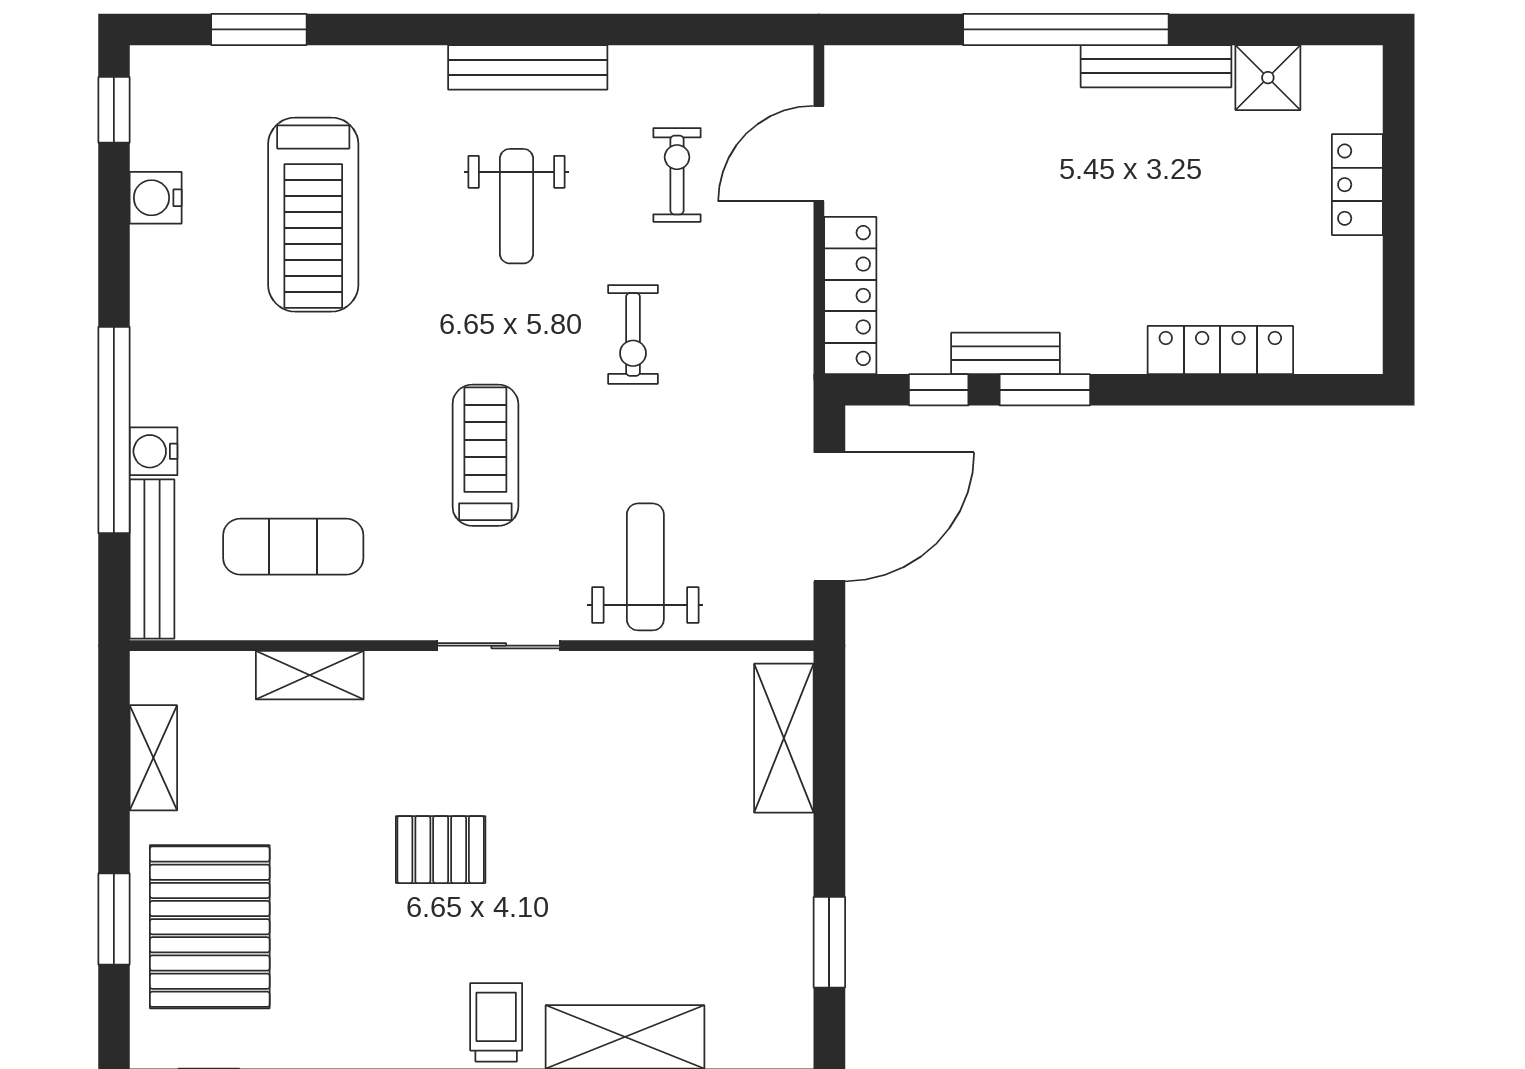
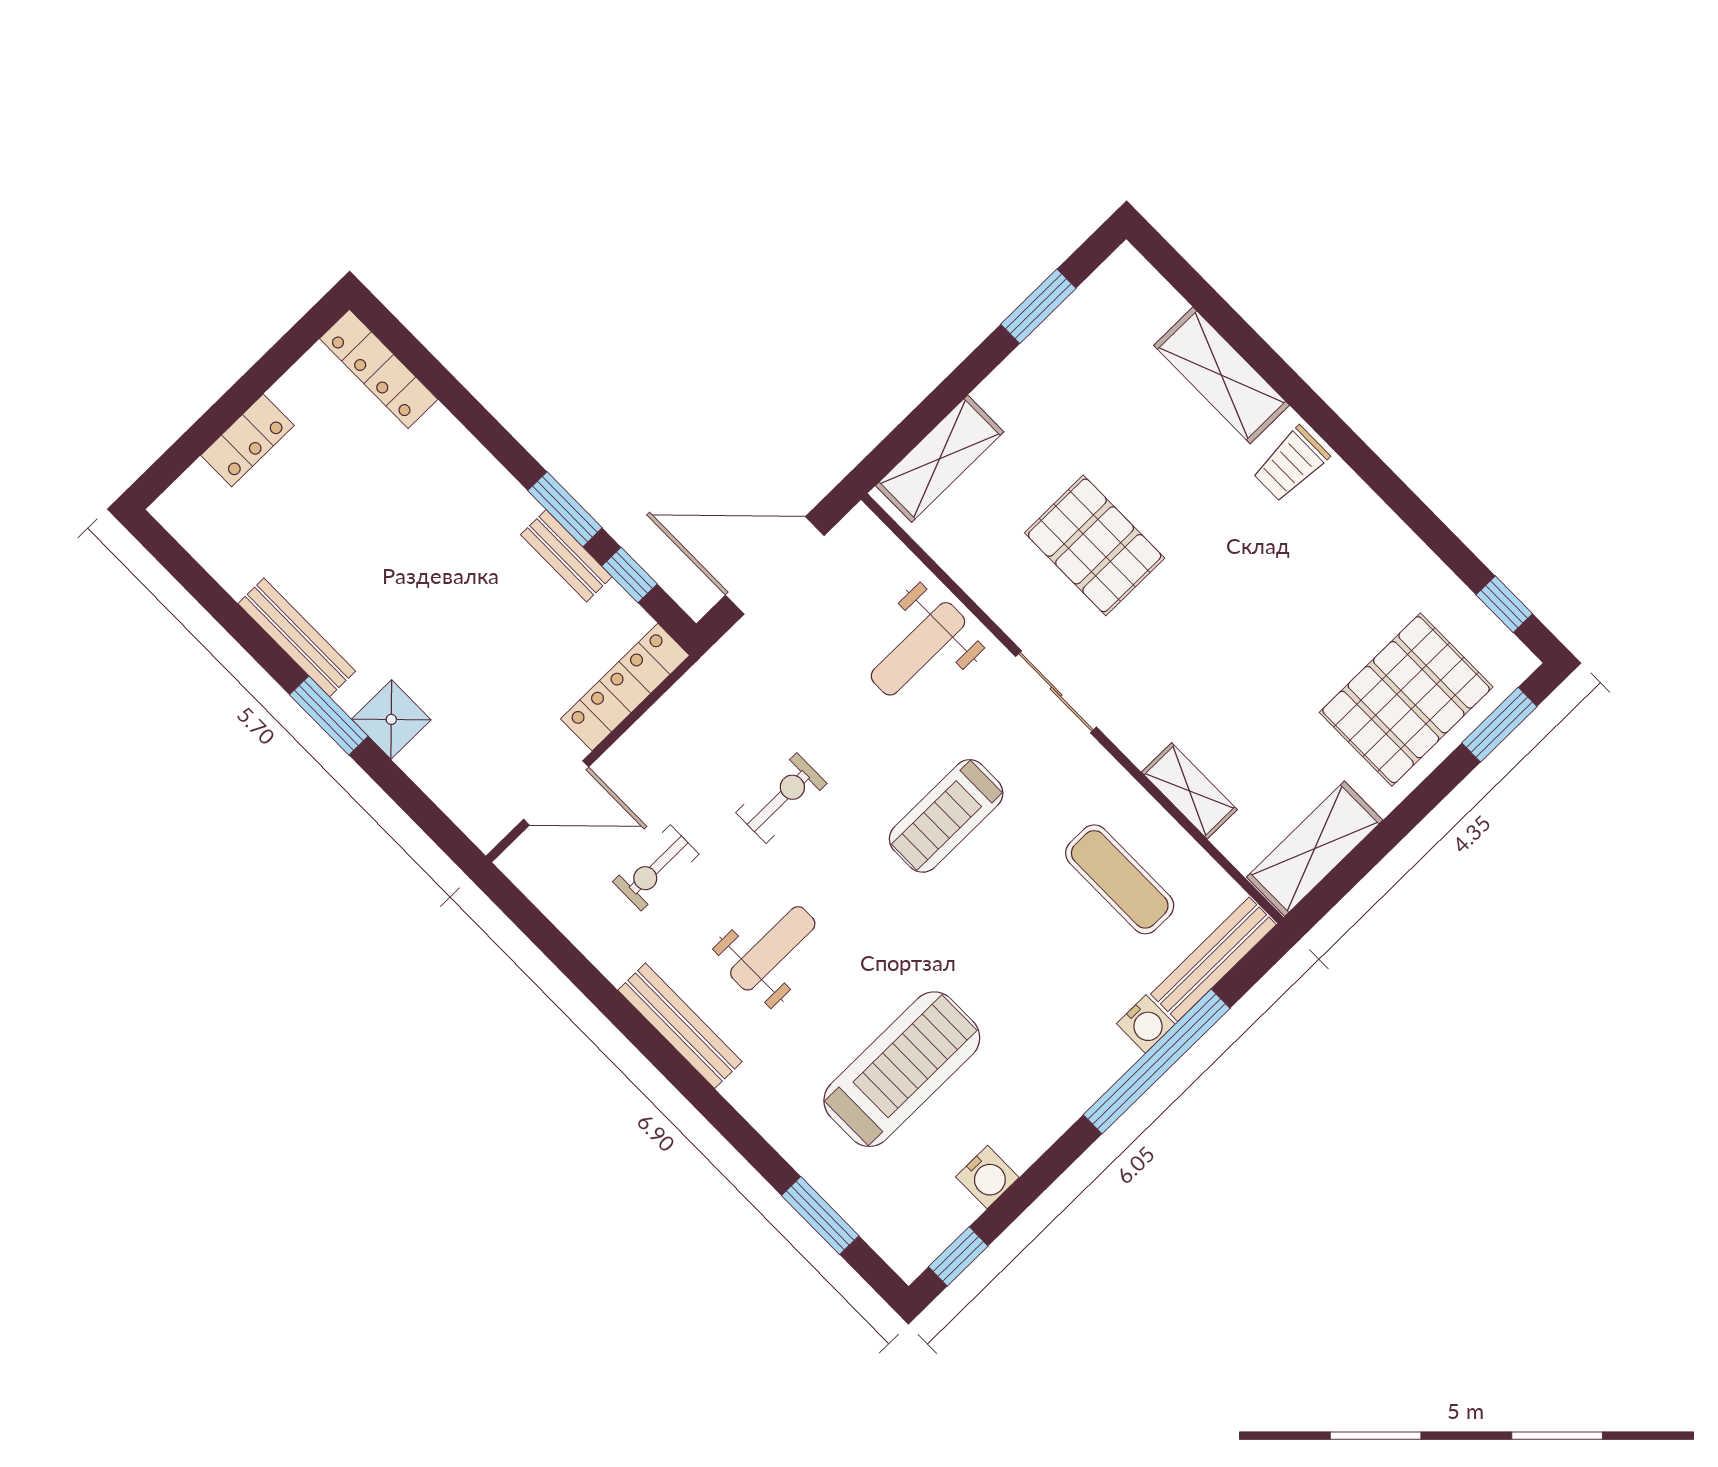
window: (1066, 29) -> (329, 716), width x0.47
shower: (1268, 78) -> (391, 719), moved
locker: (1220, 350) -> (379, 369), moved
shelving: (153, 758) -> (1315, 849), width x1.50, depth x1.33
pallet: (441, 850) -> (1095, 545), moved, width x1.50, depth x1.42
window: (114, 919) -> (1499, 725), moved

